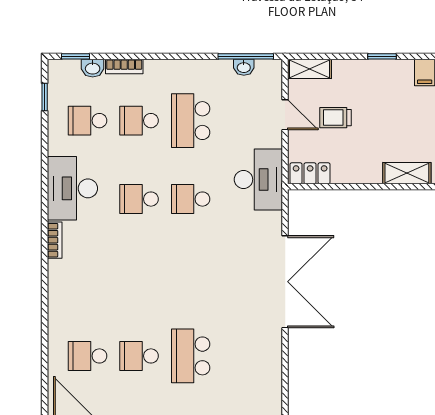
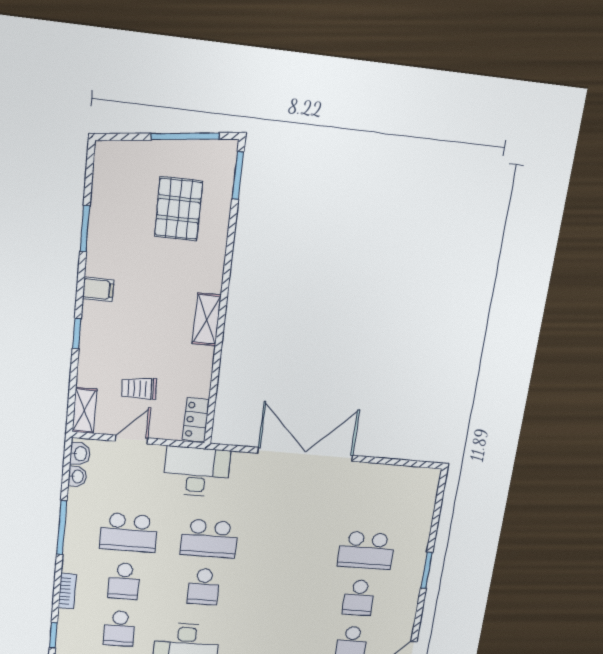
window: (246, 56) -> (62, 528), moved
washbasin: (93, 68) -> (80, 454), moved
trolley: (335, 118) -> (139, 388), turned 87
school desk: (191, 199) -> (209, 539), width x1.85

